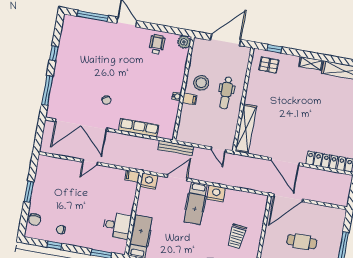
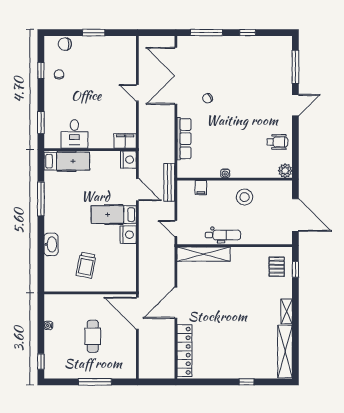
dental chair: (226, 93) -> (223, 235), moved, turned 180
filing cabinet: (189, 99) -> (201, 188), moved
door: (218, 150) -> (176, 229), hinge flipped
filing cabinet: (132, 176) -> (125, 141), width x2.00
trolley: (237, 236) -> (86, 265), turned -85

